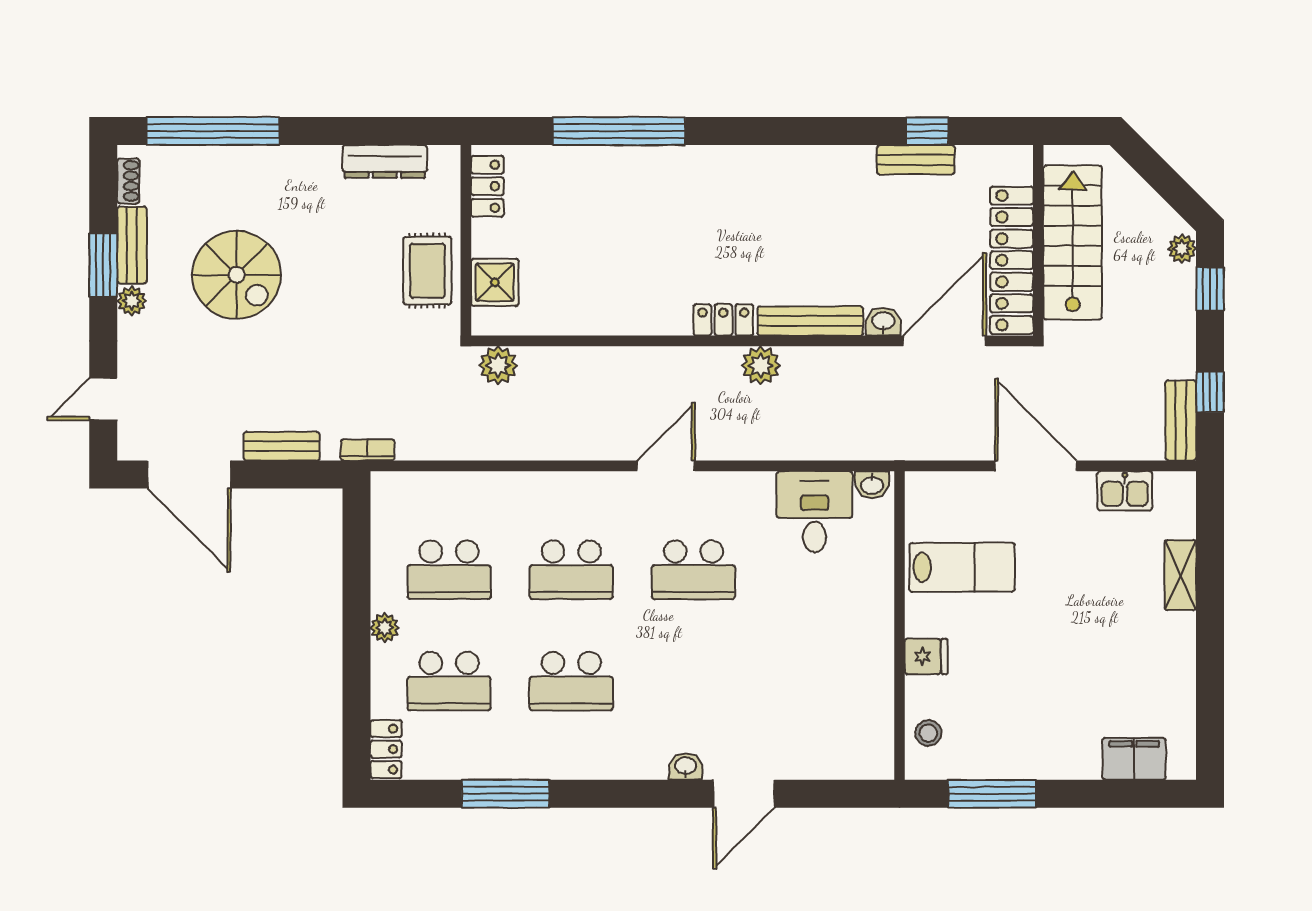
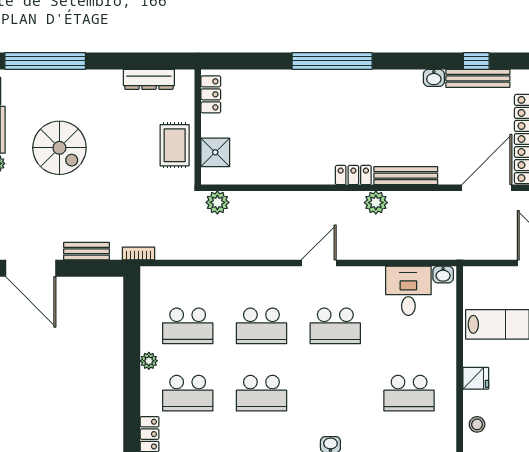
window: (619, 131) -> (332, 61), moved
bench: (916, 160) -> (478, 78), width x1.36
washbasin: (883, 322) -> (434, 78), moved, turned 180
school desk: (816, 681) -> (409, 393), added

